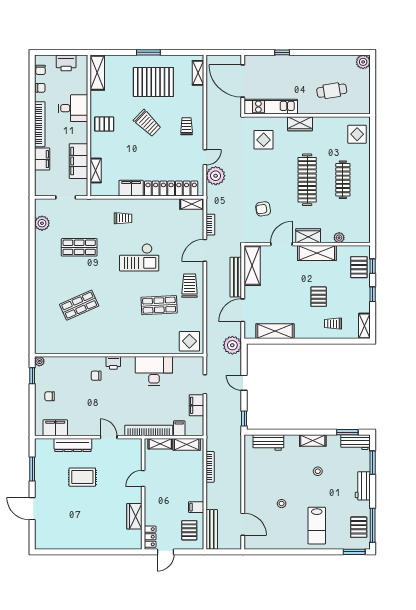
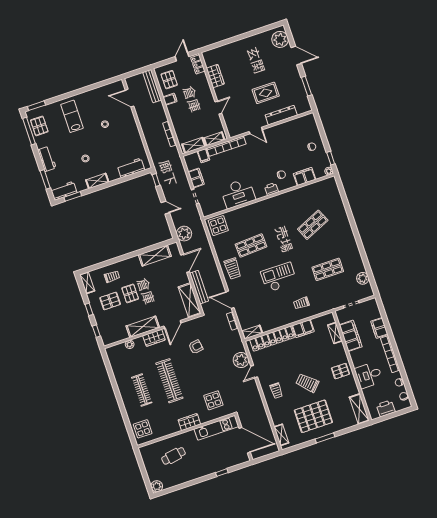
door: (205, 250) -> (230, 300), swing flipped
pallet: (359, 267) -> (110, 301), moved, turned 90
filing cabinet: (55, 428) -> (305, 177), moved, turned 180
plant: (45, 534) -> (280, 39), added

